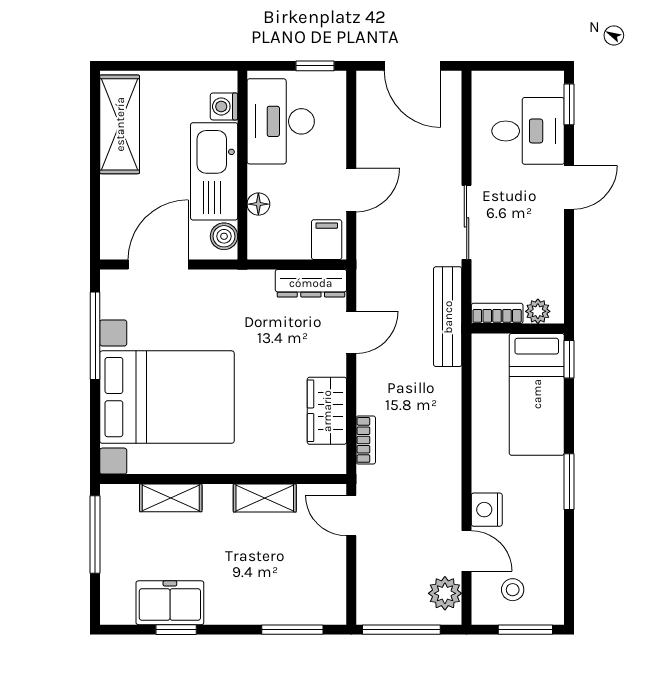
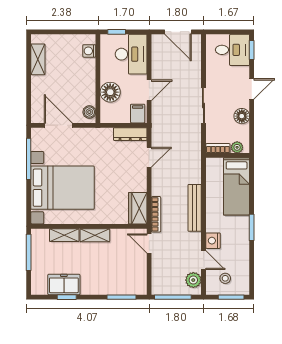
window: (315, 66) -> (117, 32), moved
desk: (281, 121) -> (131, 54), moved, turned 180
shelving: (120, 124) -> (38, 59), width x0.67, depth x0.75
desk: (528, 131) -> (232, 50), moved
kitchen sink: (214, 171) -> (85, 81), removed
floor lamp: (258, 204) -> (110, 92), width x1.89, depth x1.89
floor lamp: (548, 245) -> (242, 116), added
door: (158, 264) -> (58, 125), hinge flipped
bench: (448, 317) -> (195, 208), moved
window: (569, 359) -> (252, 170), removed
wardrobe: (327, 411) -> (138, 208), moved
bookcase: (366, 440) -> (156, 214), width x1.56
shelving: (265, 498) -> (95, 235), moved

